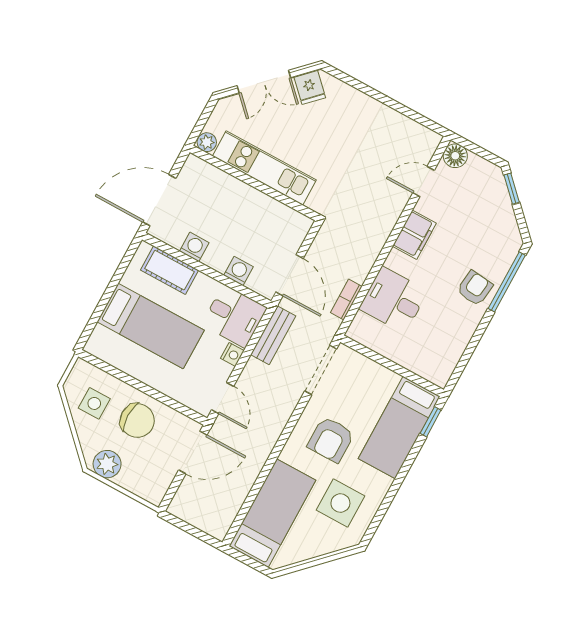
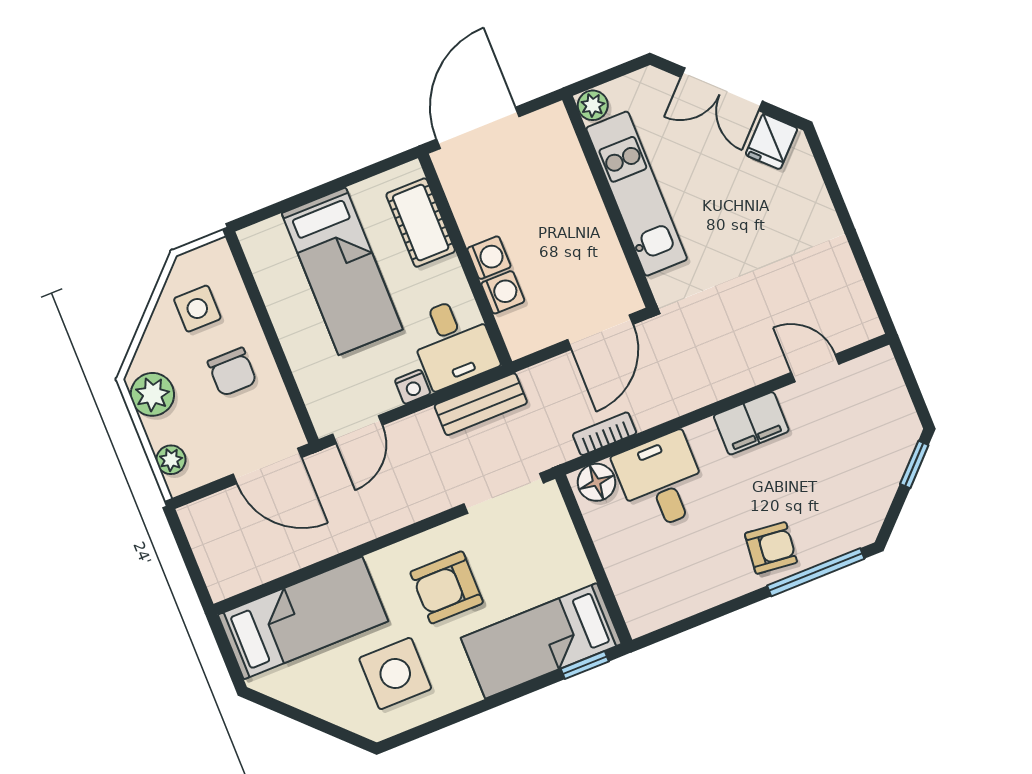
floor lamp: (455, 156) -> (597, 482), moved
door: (159, 200) -> (478, 128), hinge flipped
washing machine: (194, 247) -> (489, 258), moved
door: (289, 275) -> (600, 332), moved
chair: (137, 420) -> (232, 372), width x0.73, depth x0.73
plant: (143, 489) -> (171, 460), added

